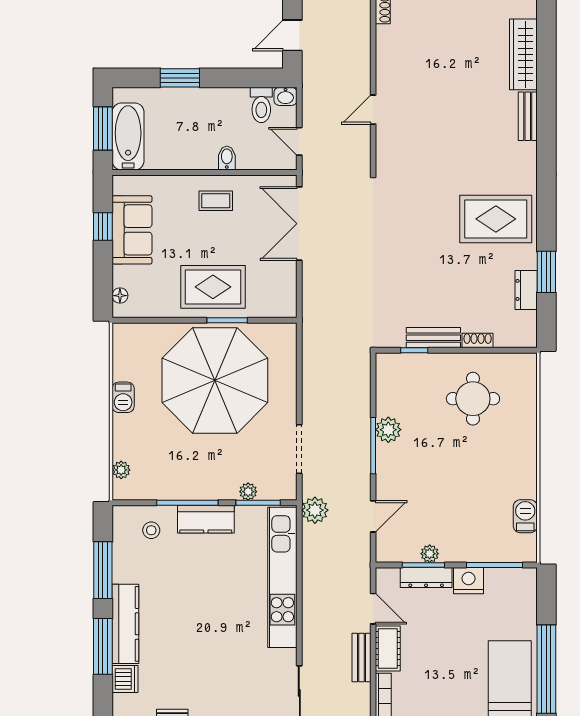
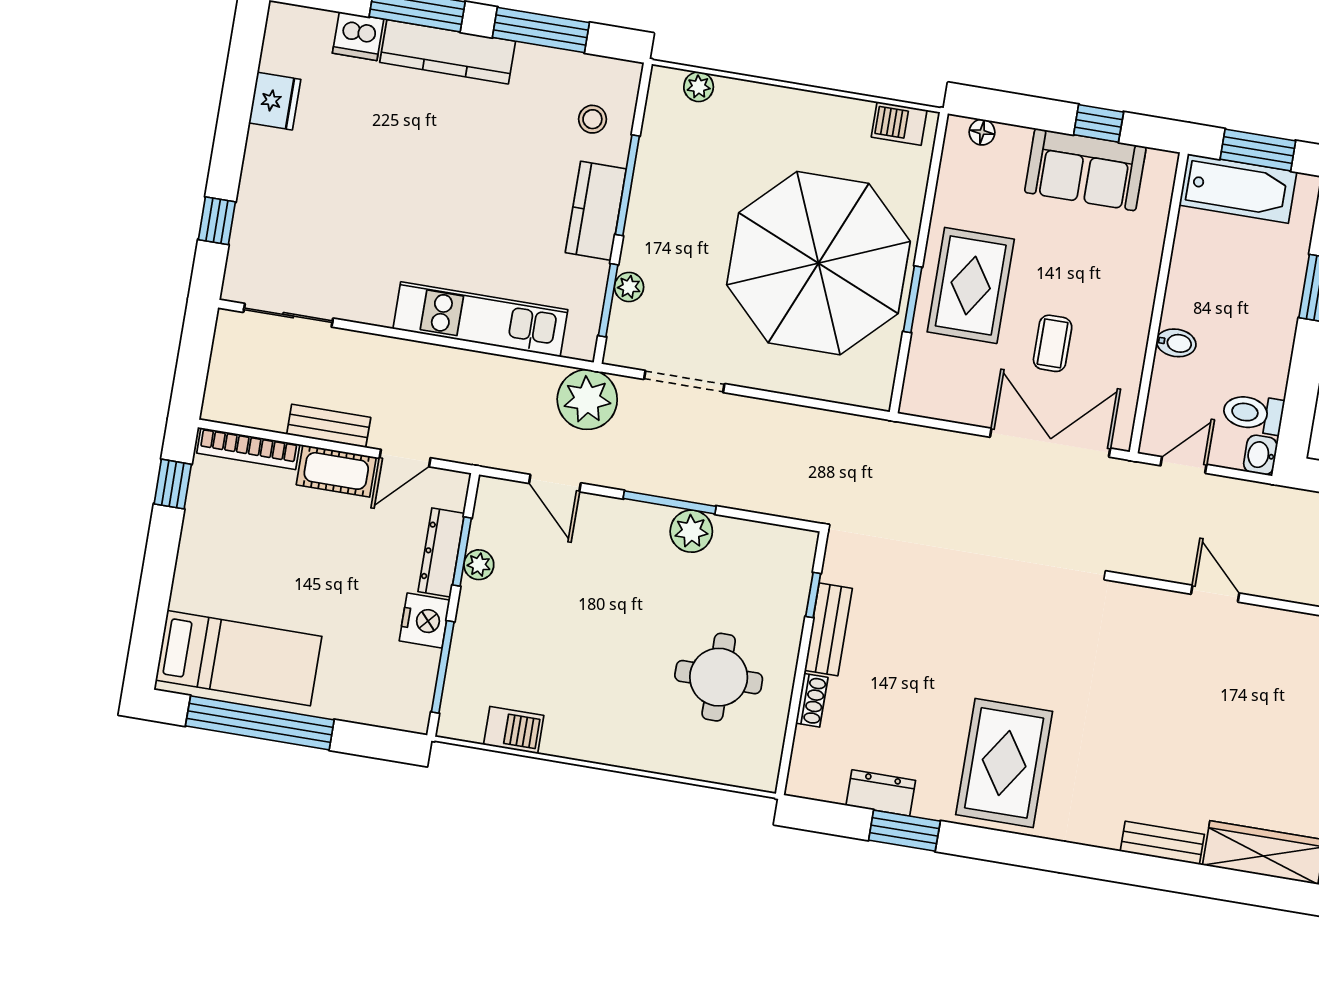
coffee table: (216, 201) -> (1053, 343), moved
barbecue: (123, 397) -> (899, 124), moved
plant: (315, 510) -> (587, 399), width x1.36, depth x1.36
kitchen unit: (282, 577) -> (480, 319), width x0.73

